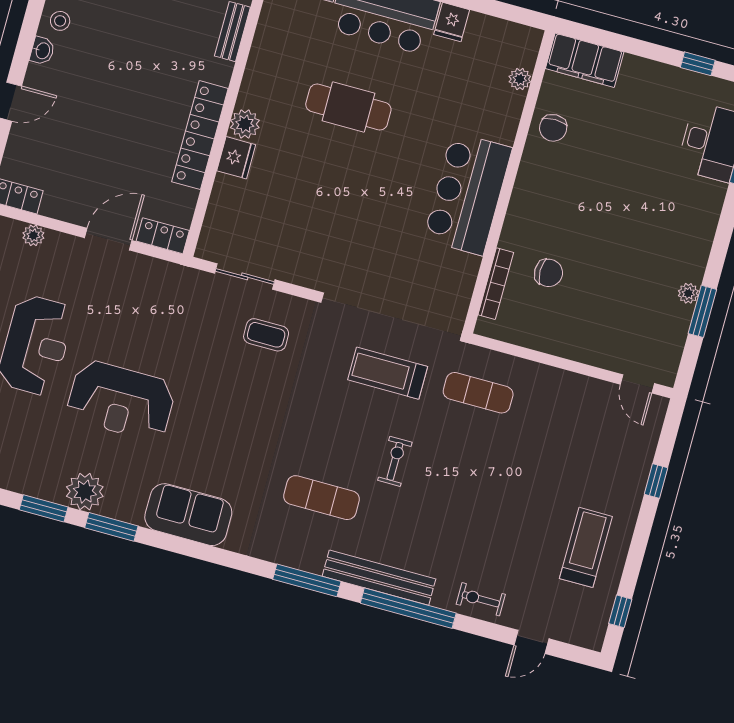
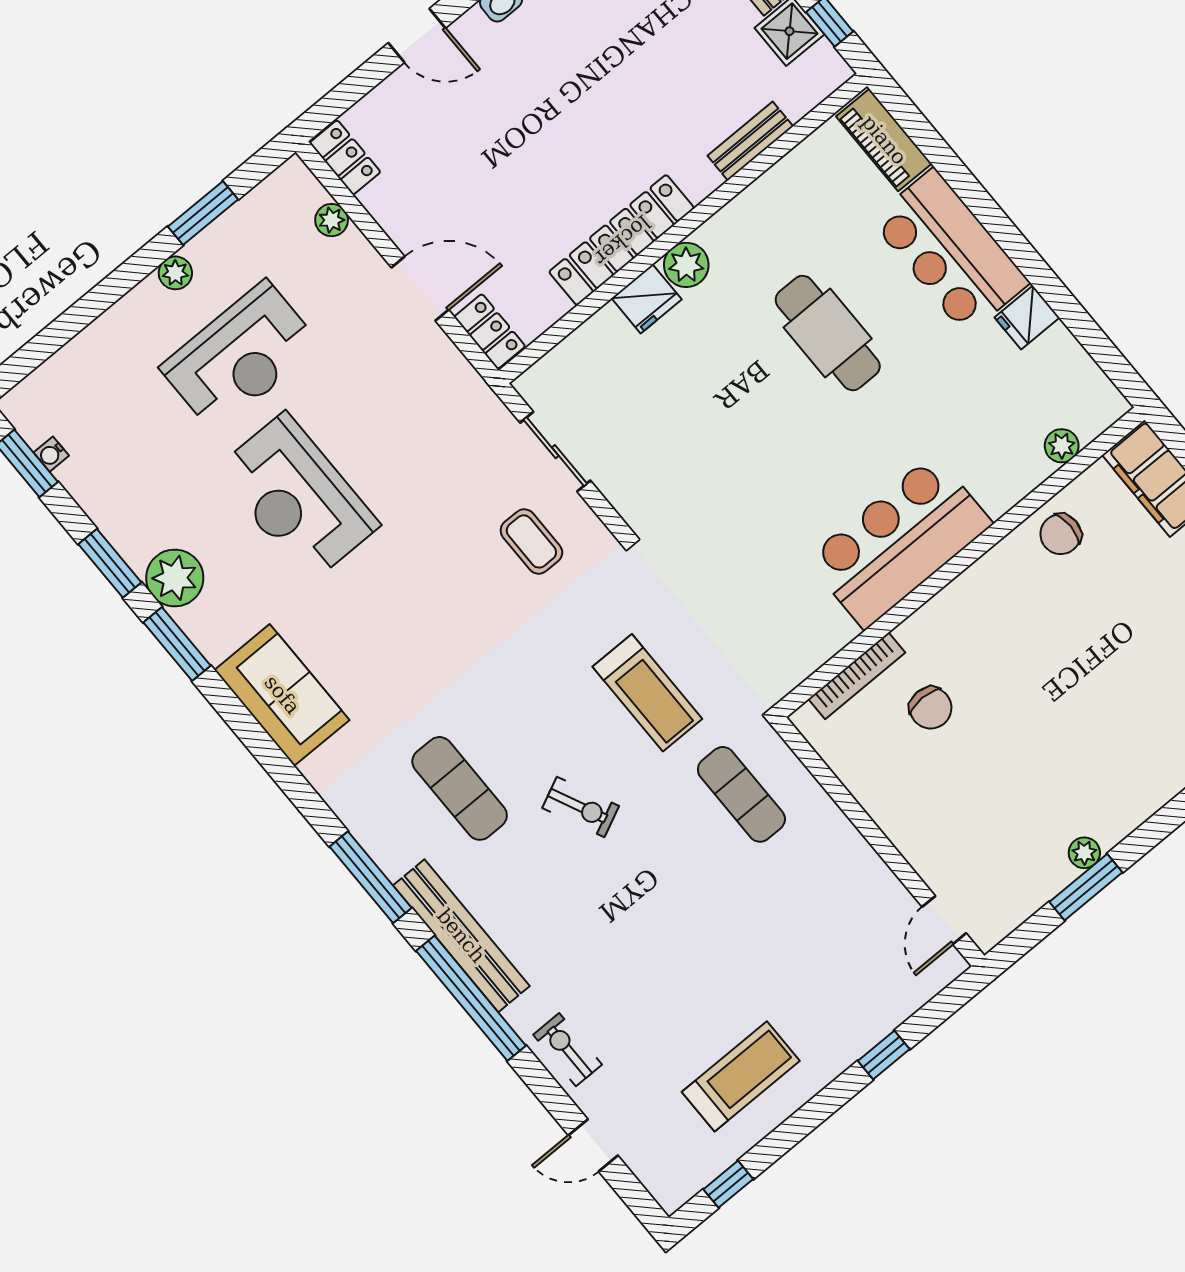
treadmill: (388, 373) -> (647, 693), turned 180
exercise bike: (395, 461) -> (581, 807), turned 65

